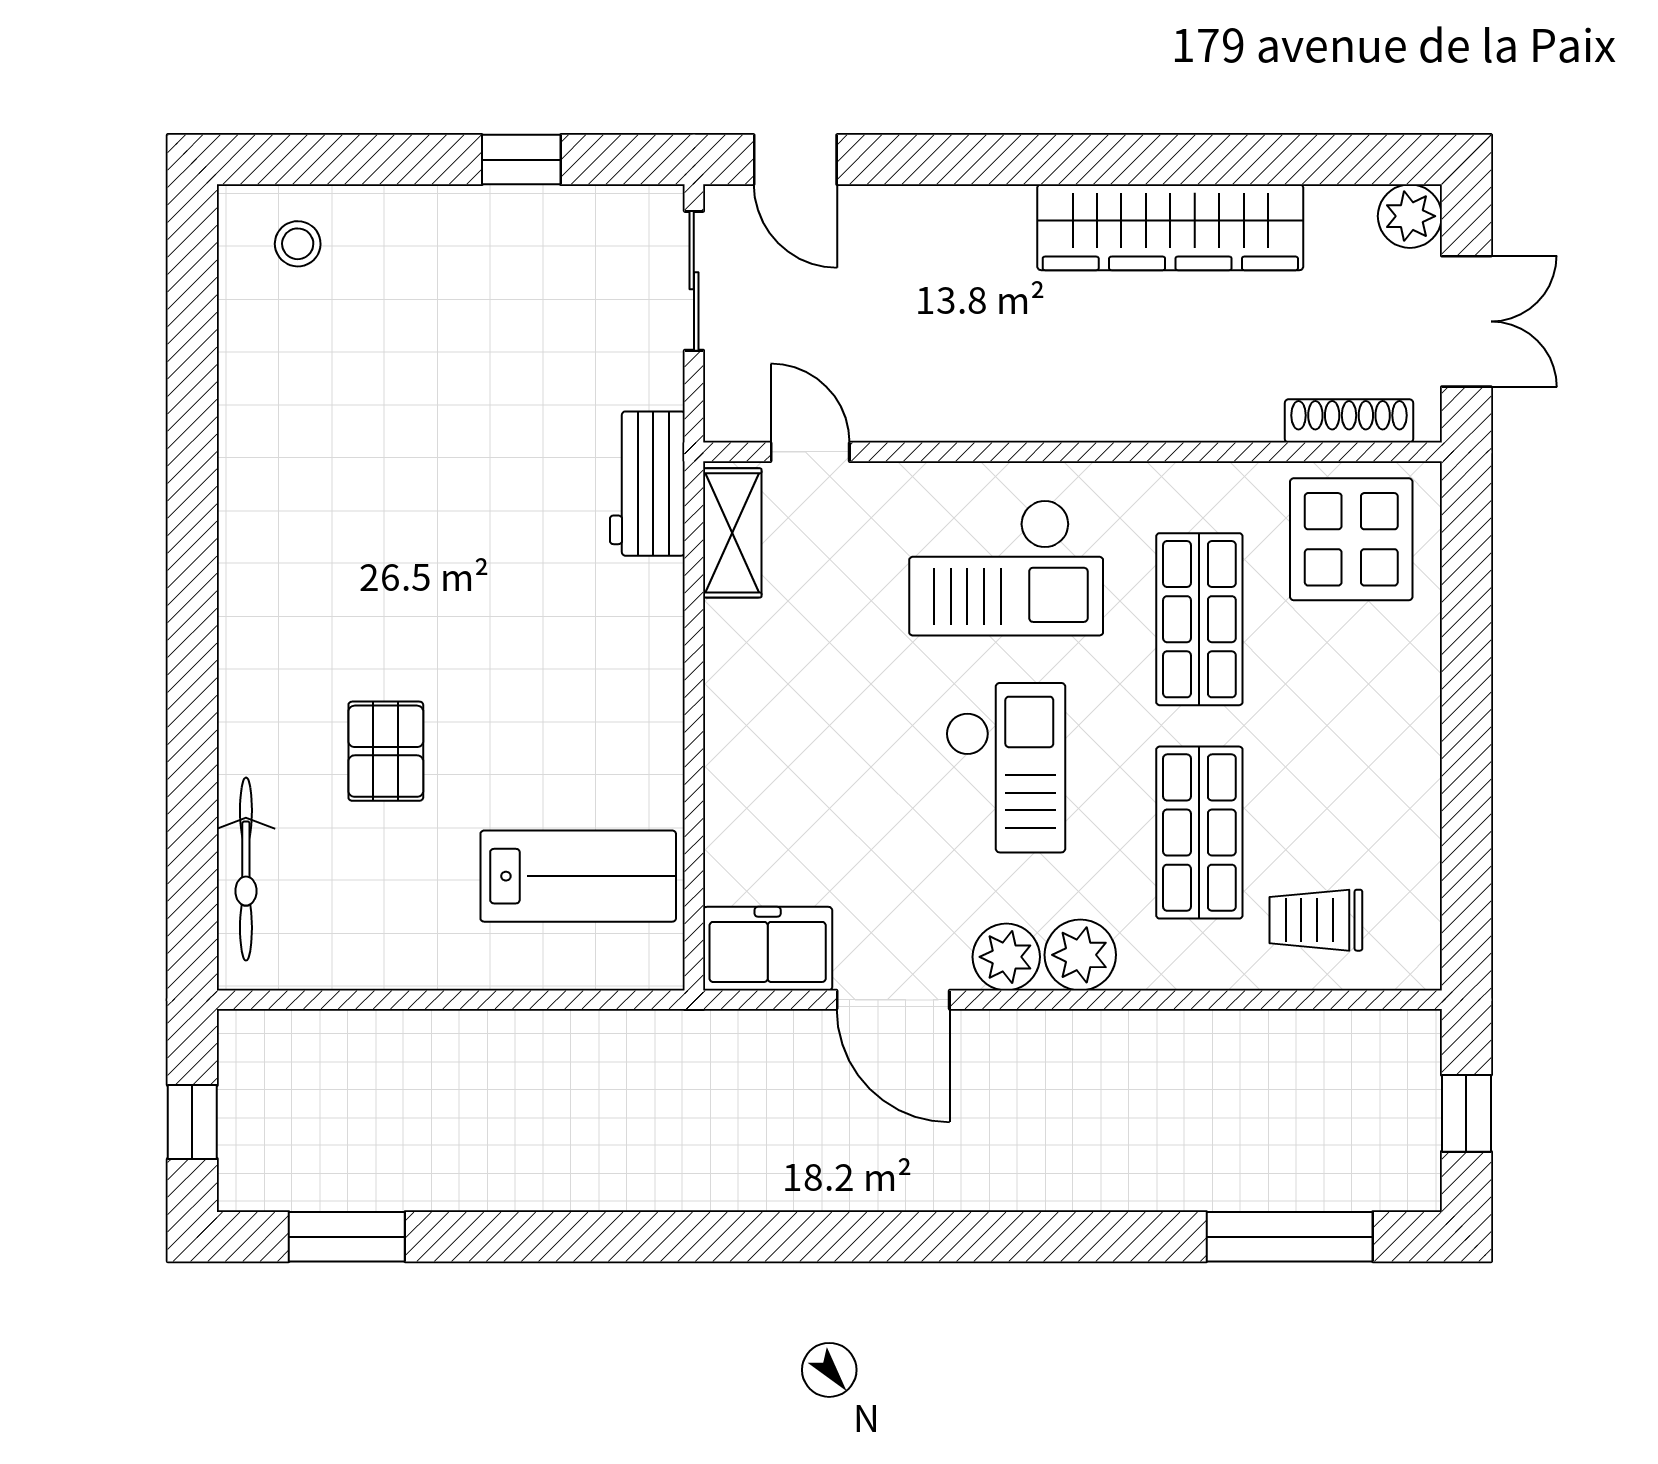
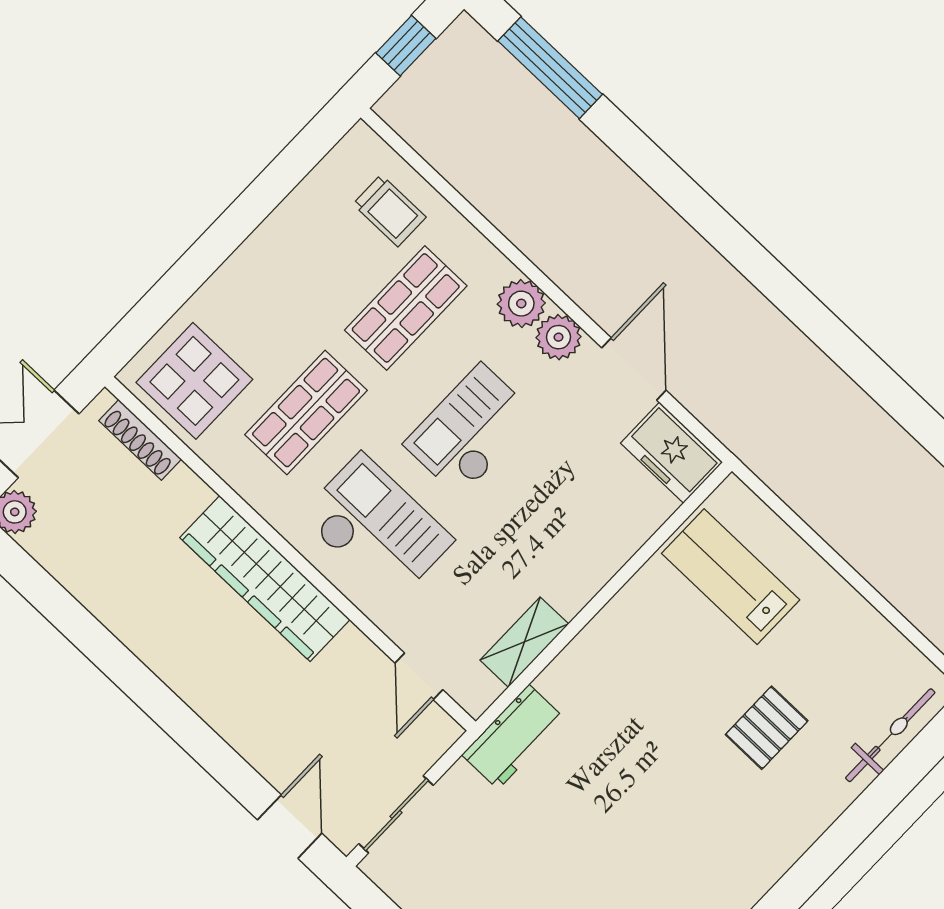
wardrobe: (1170, 227) -> (265, 579), moved, turned 180
shelving: (732, 533) -> (524, 642), moved

